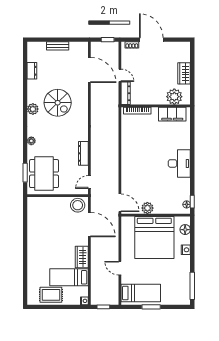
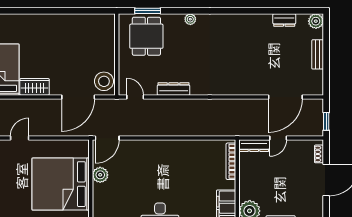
spiral stairs: (58, 103) -> (241, 54), removed
plant: (33, 109) -> (316, 21), moved
dining table: (44, 174) -> (146, 36), width x0.73

